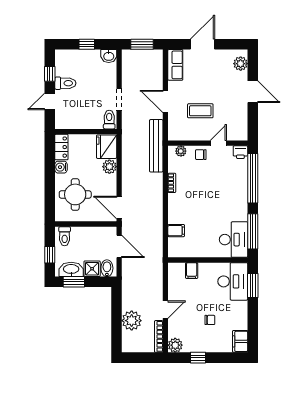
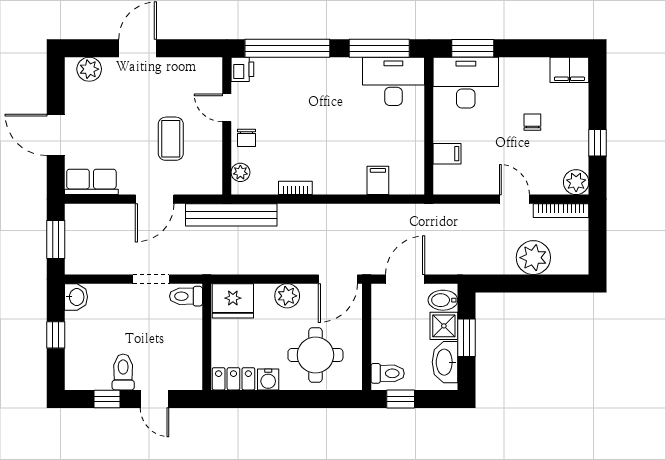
plant: (109, 167) -> (287, 296), moved
window: (50, 255) -> (401, 399), moved
window: (74, 282) -> (467, 338), moved

